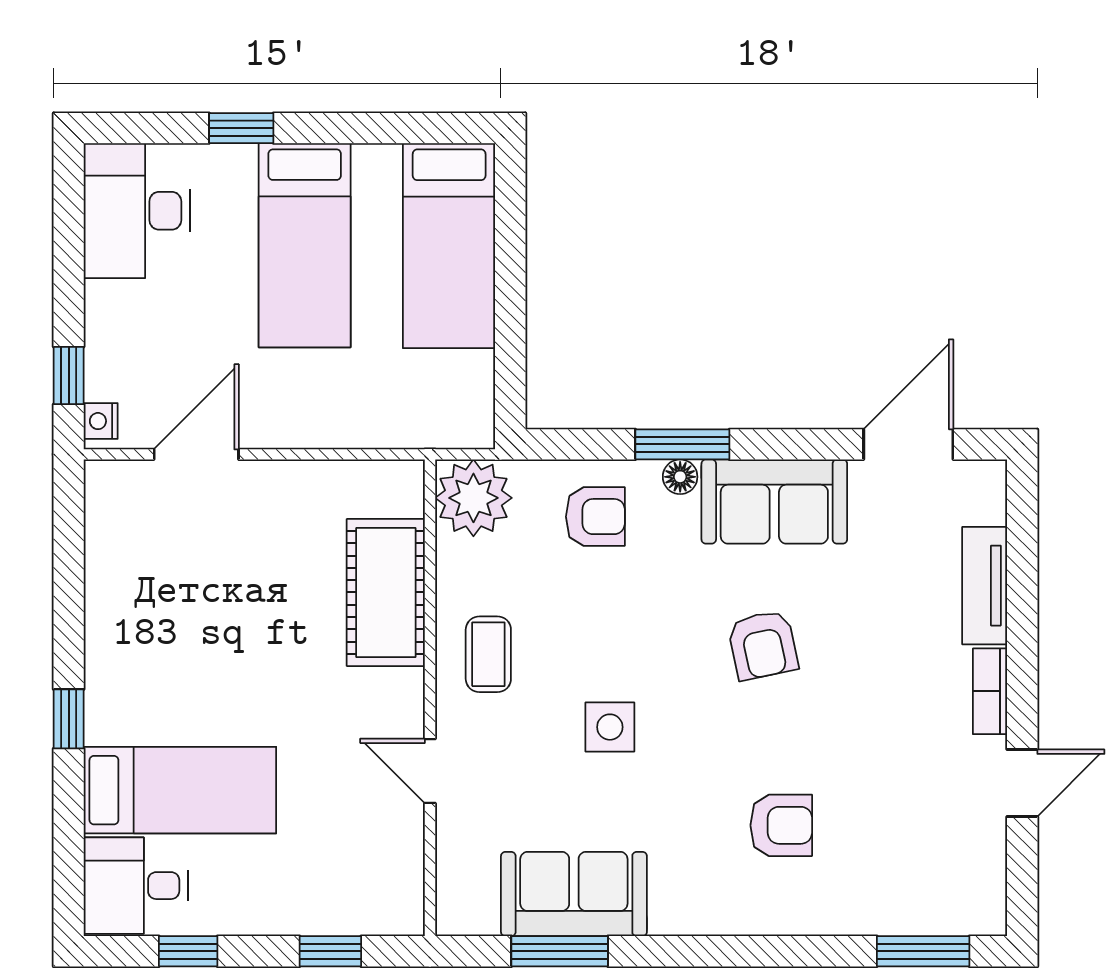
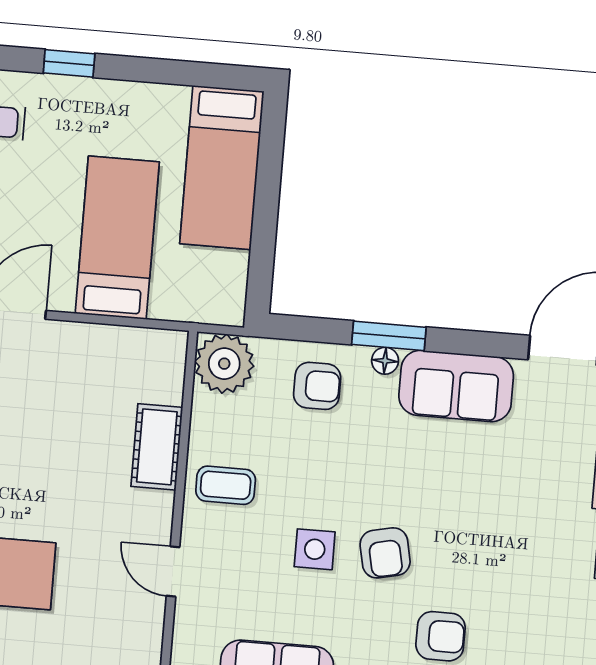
bed: (305, 245) -> (117, 238), moved, turned 180
cot: (386, 592) -> (157, 447), width x0.73, depth x0.75
armchair: (763, 645) -> (385, 553), moved
coffee table: (488, 654) -> (226, 485), turned 90

